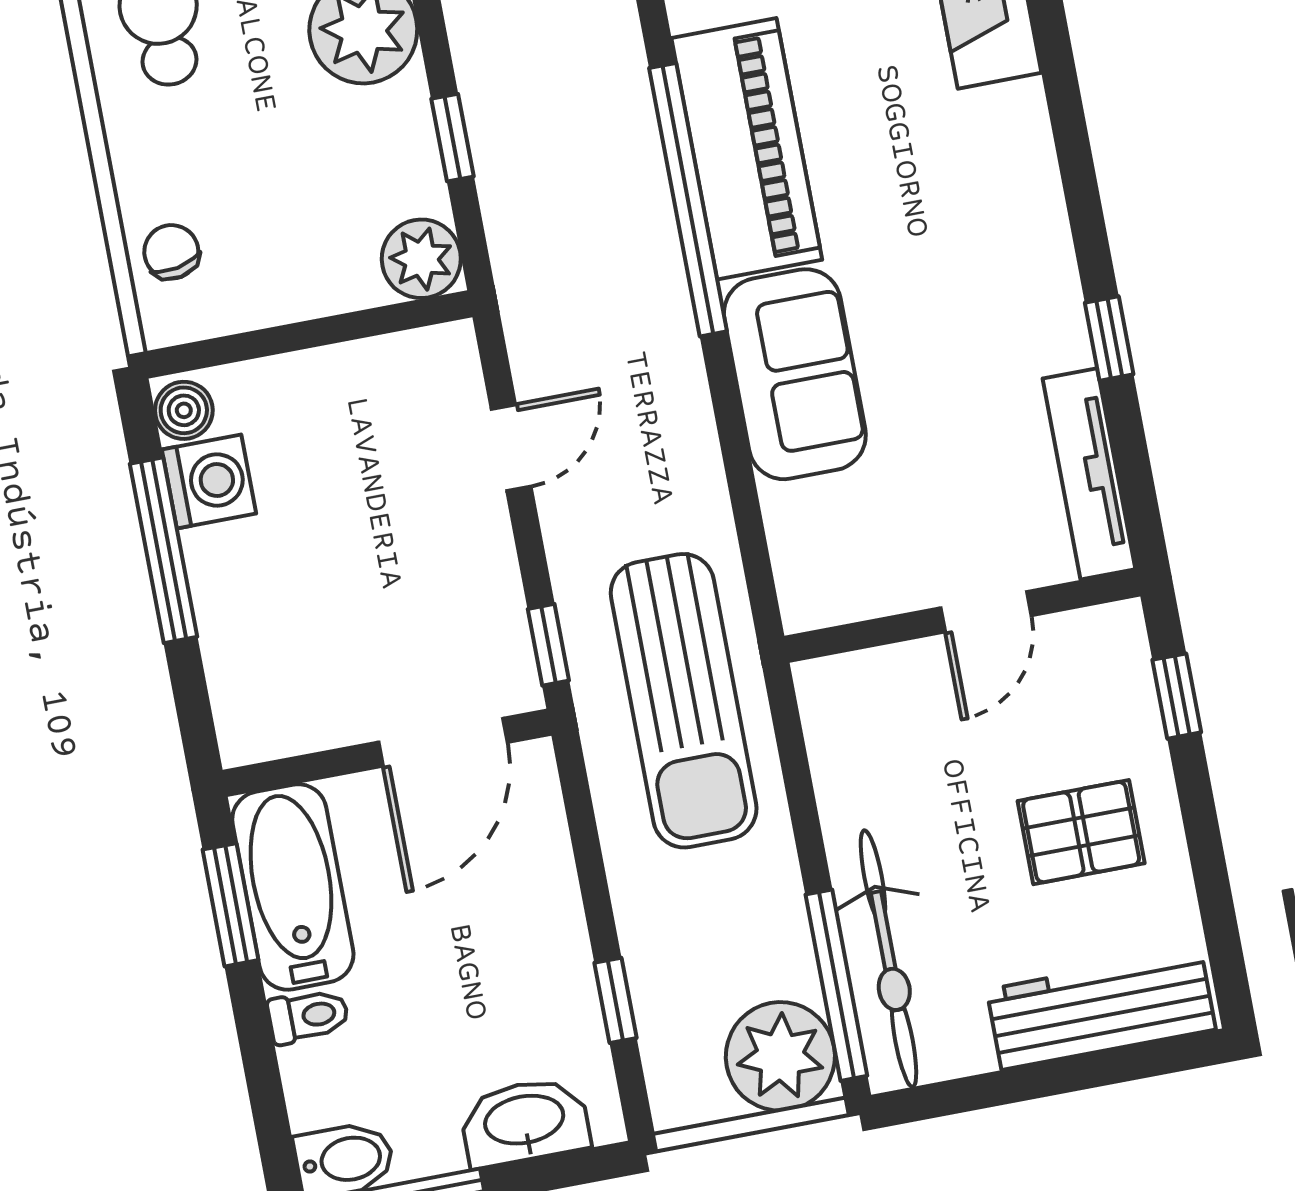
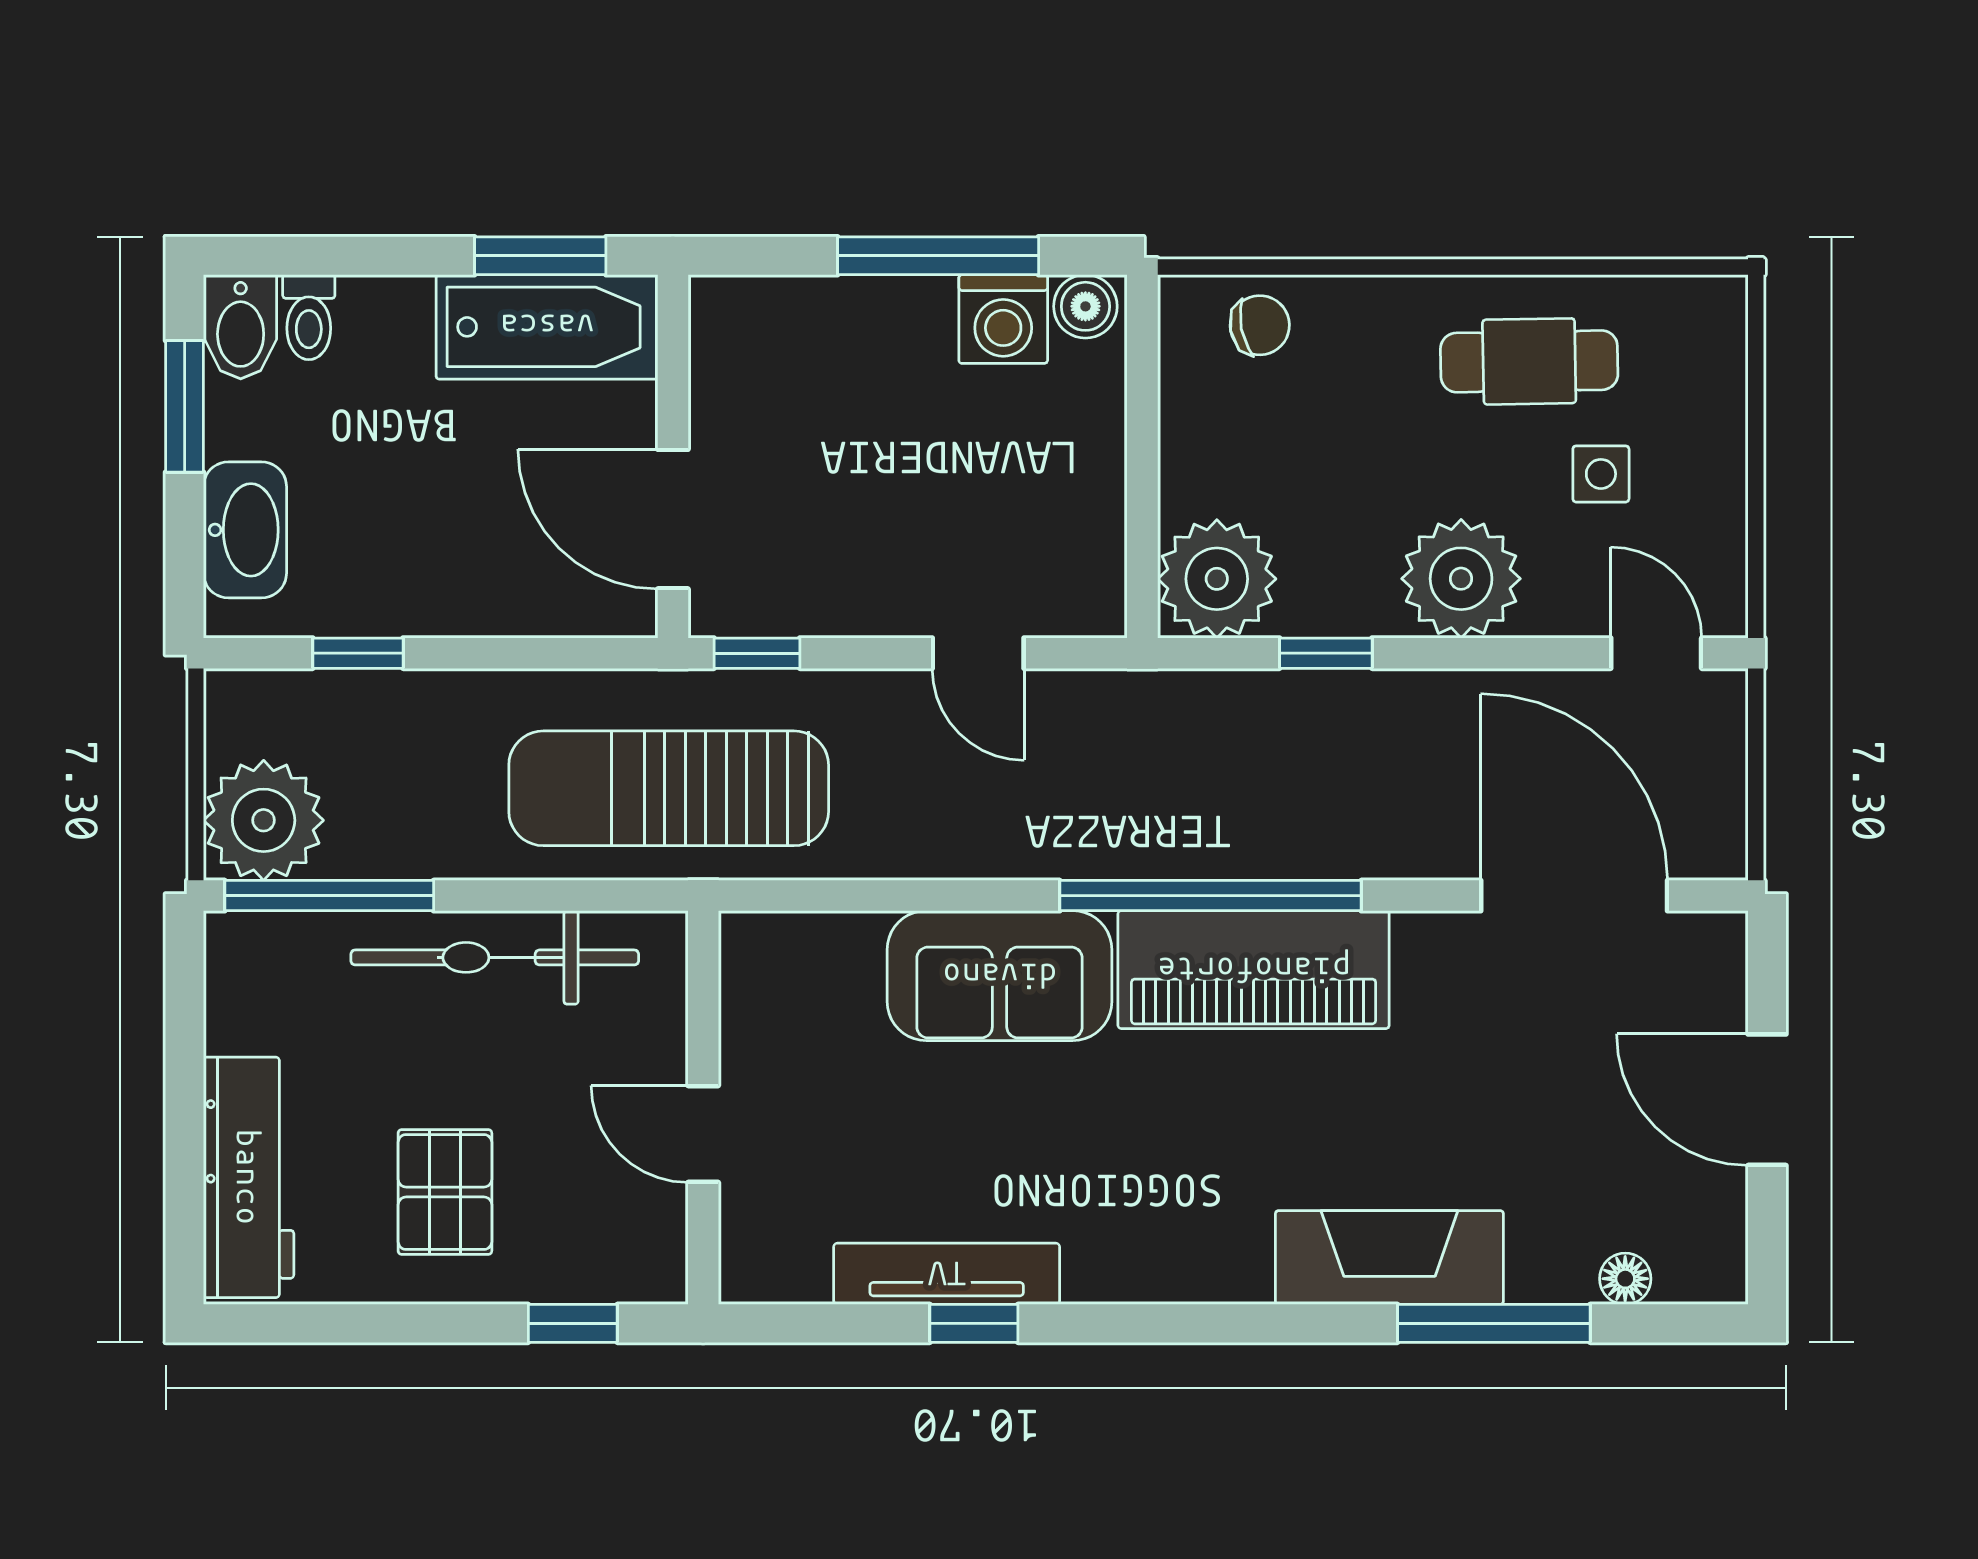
plant: (421, 259) -> (1217, 579), width x1.36, depth x1.36
tv unit: (1089, 474) -> (947, 1274), moved
bicycle: (888, 959) -> (495, 957), moved
toilet: (308, 1016) -> (309, 317), moved

